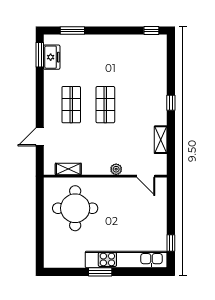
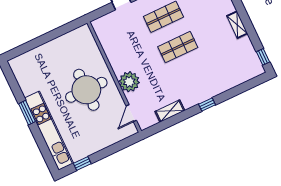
shelving: (68, 169) -> (237, 25), moved
plant: (116, 169) -> (129, 82), width x1.87, depth x1.87
round table: (75, 208) -> (86, 90), moved

